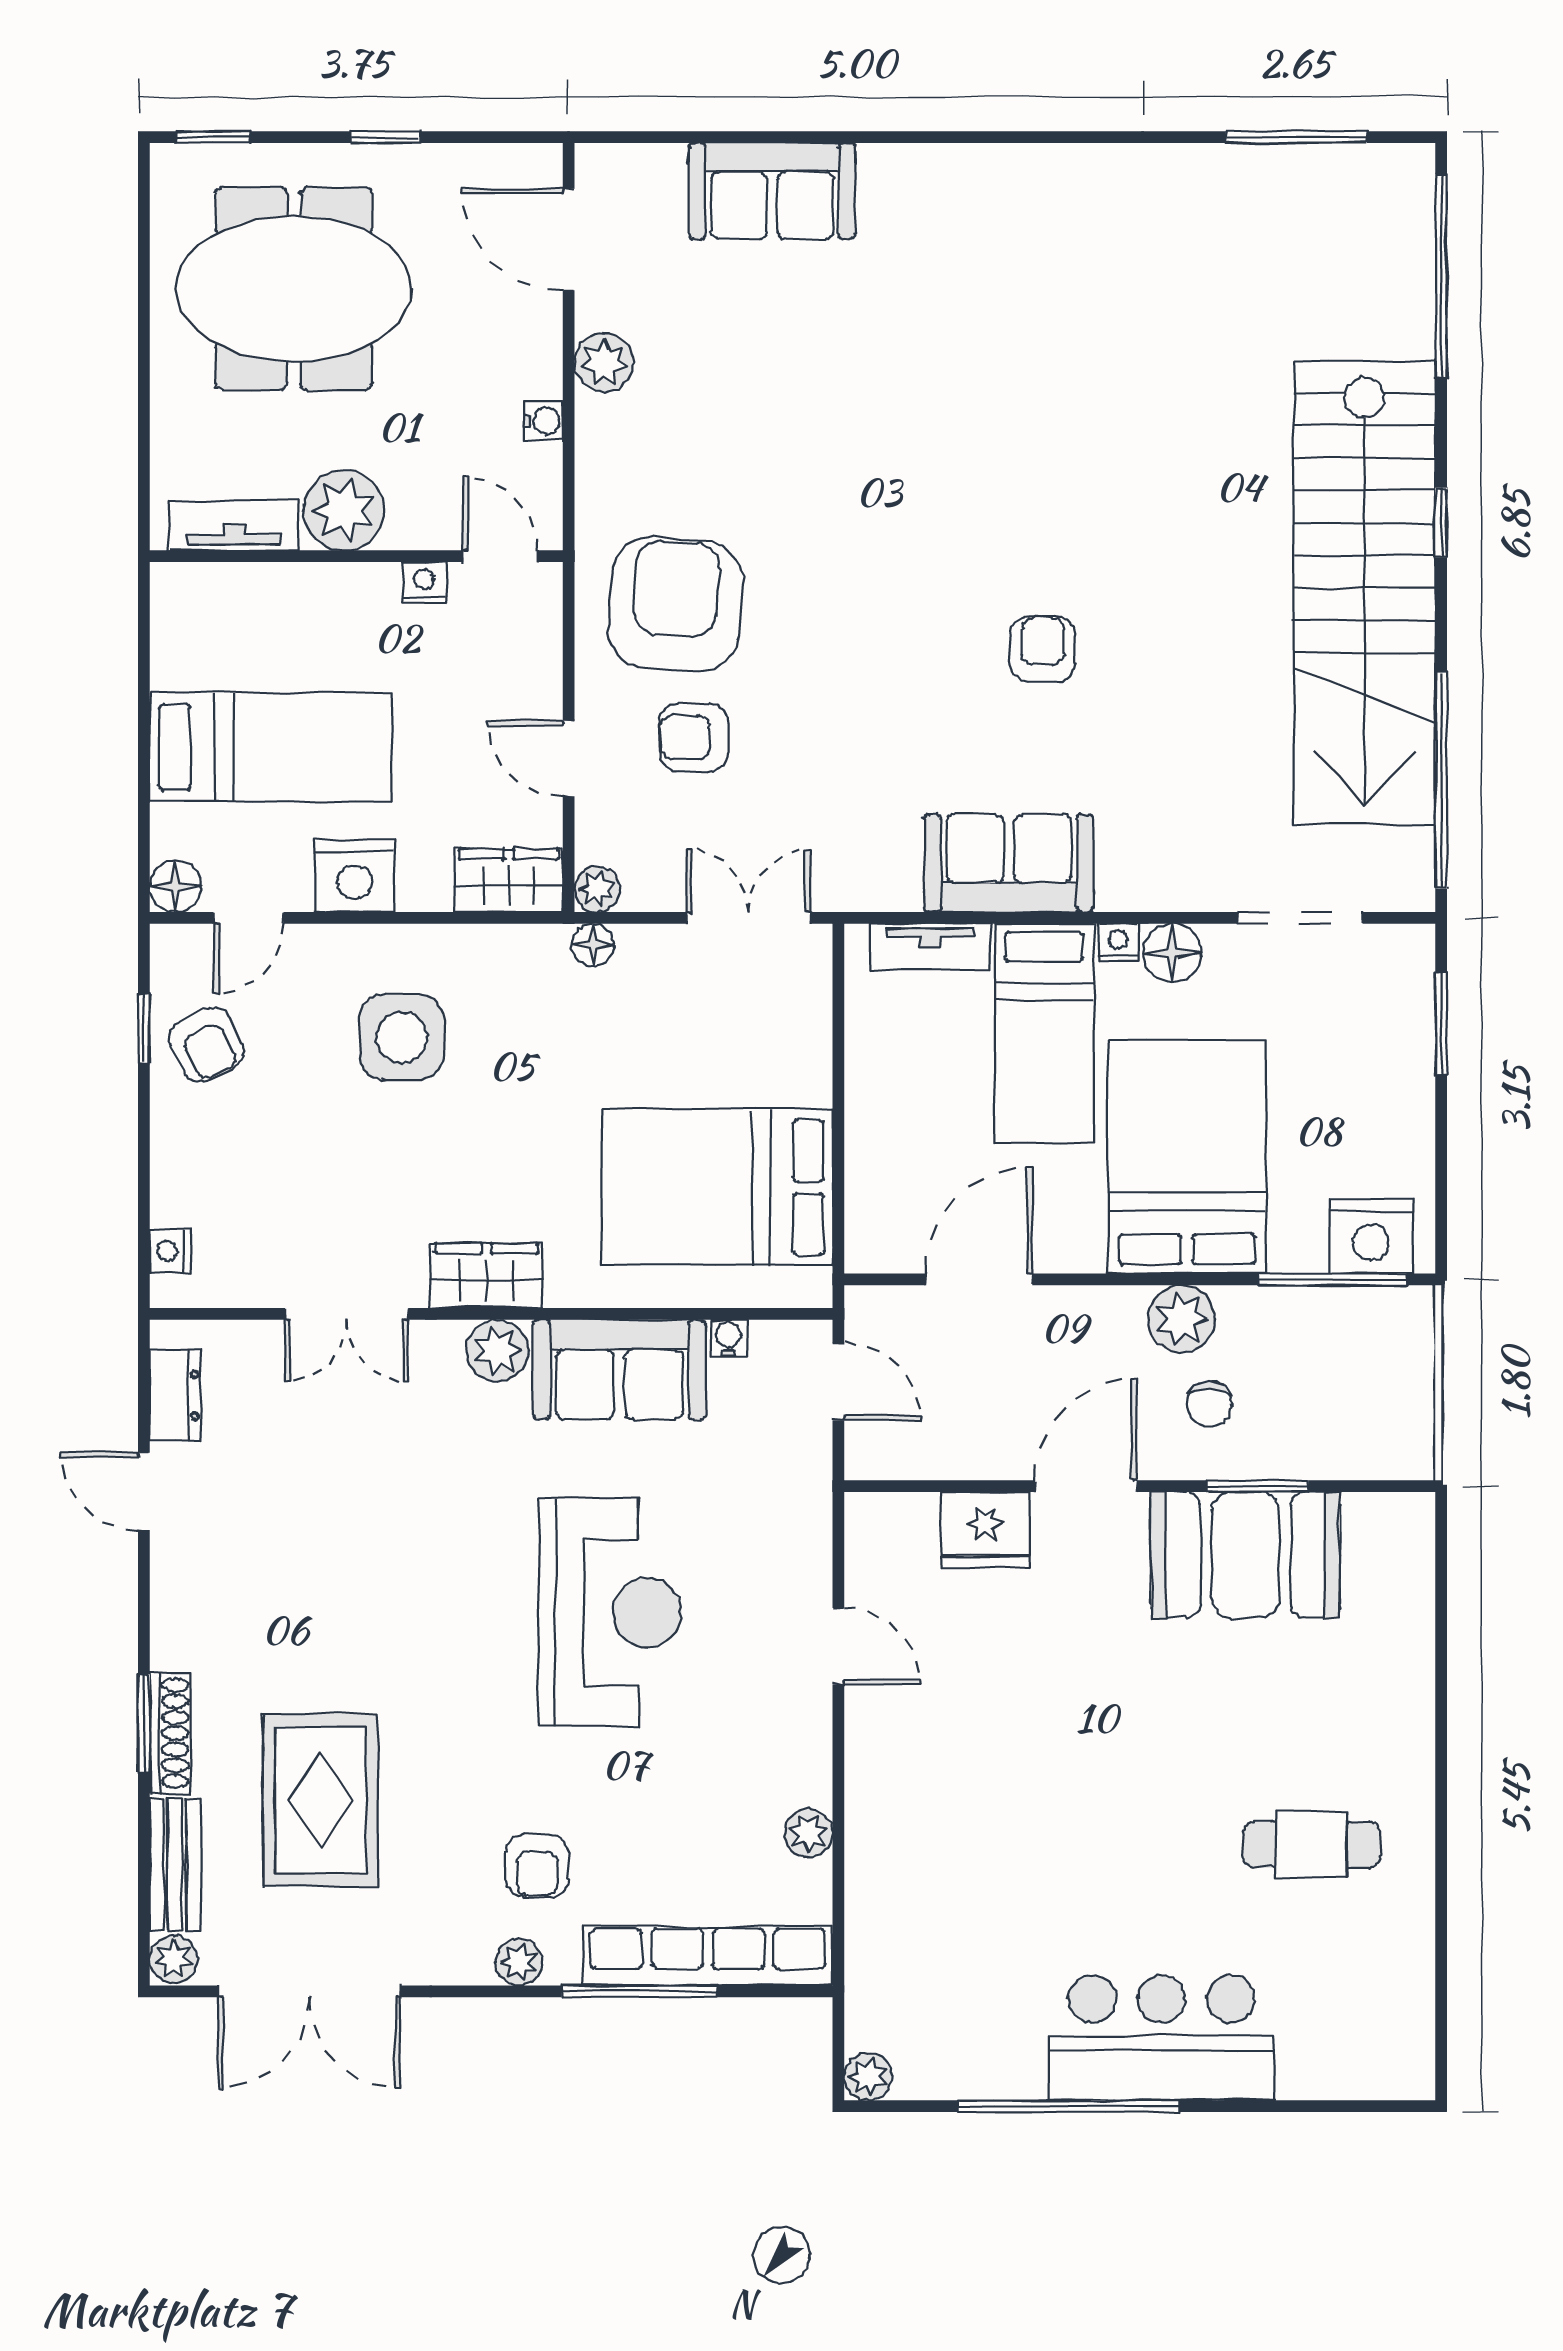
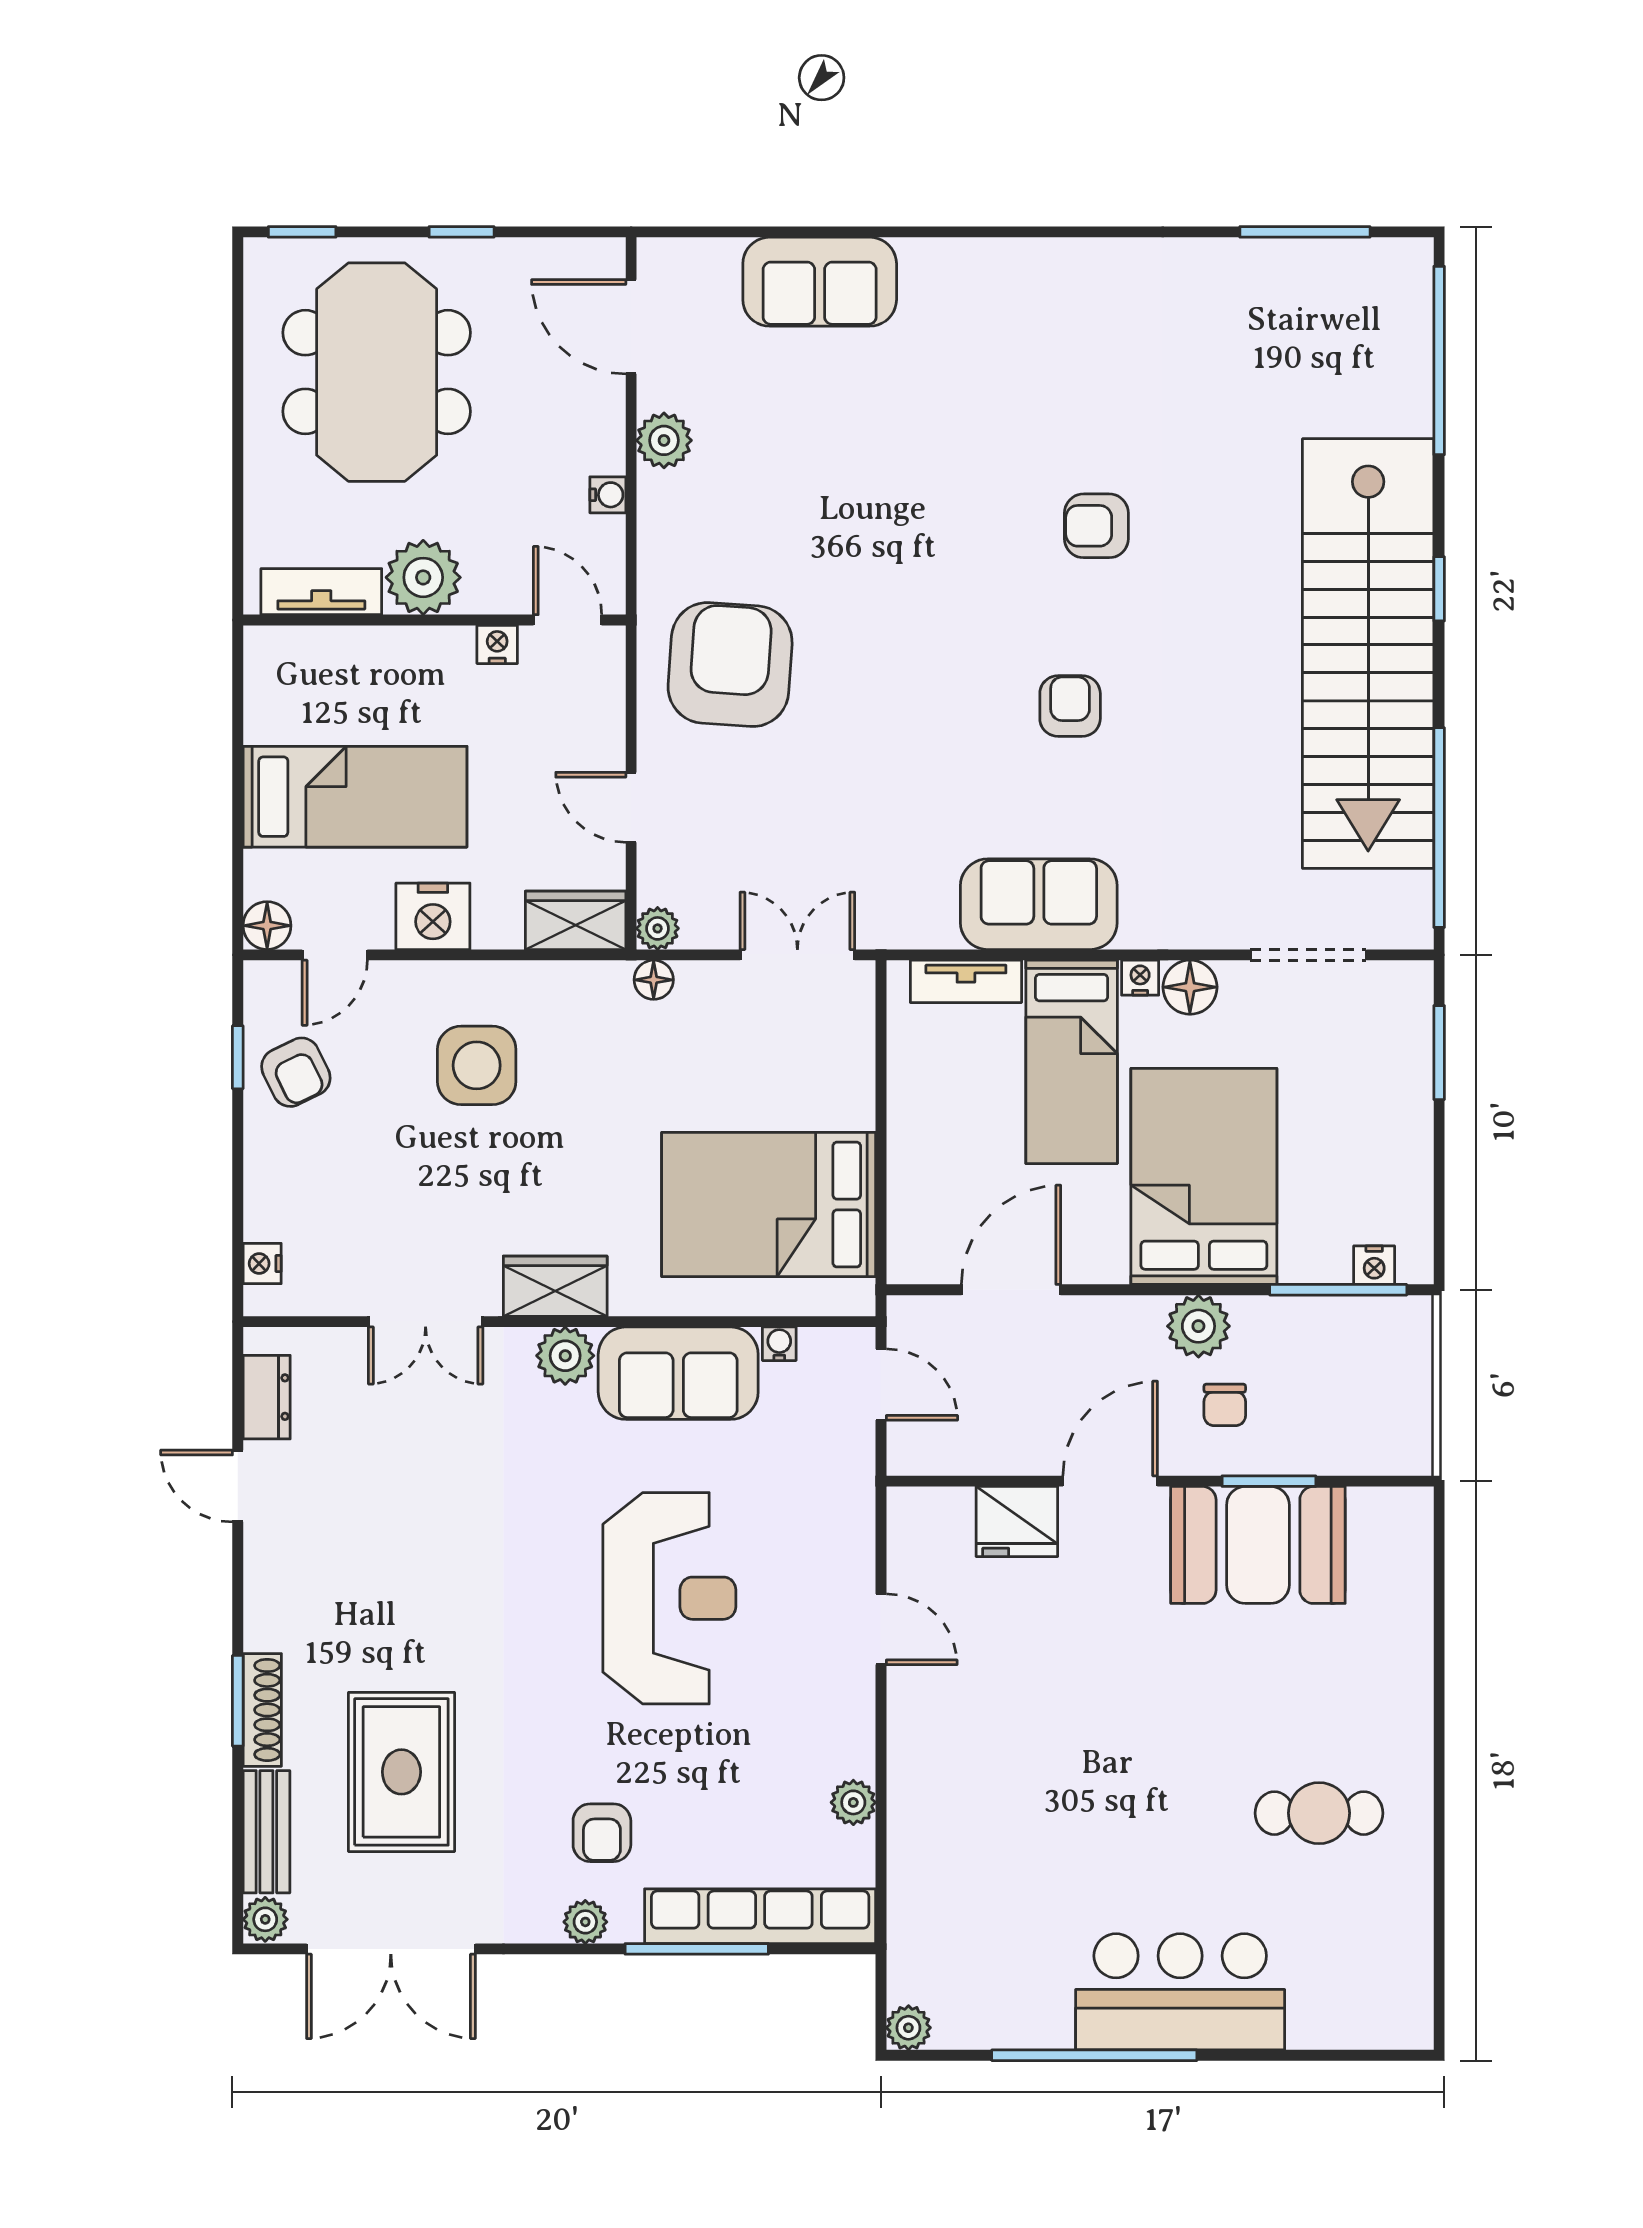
meeting table: (294, 288) -> (377, 372), turned 90
armchair: (694, 737) -> (1096, 526), moved
nightstand: (1371, 1236) -> (1374, 1265), width x0.53, depth x0.56

